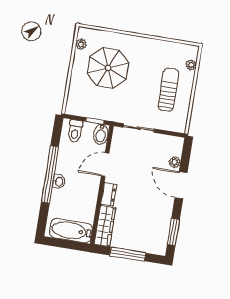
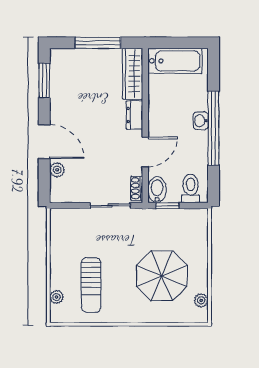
sun lounger: (168, 90) -> (91, 285), moved
shoe rack: (116, 138) -> (137, 188), added

